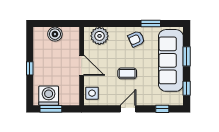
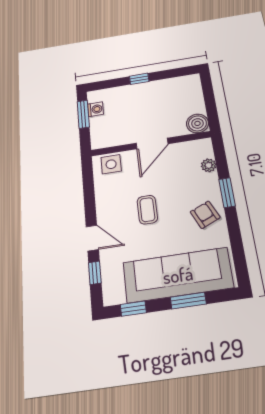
window: (151, 24) -> (227, 193), moved
boiler: (55, 34) -> (197, 123), moved
plant: (99, 36) -> (209, 165), width x0.53, depth x0.53
washing machine: (49, 96) -> (95, 109), width x0.53, depth x0.53
door: (128, 109) -> (92, 238), moved

